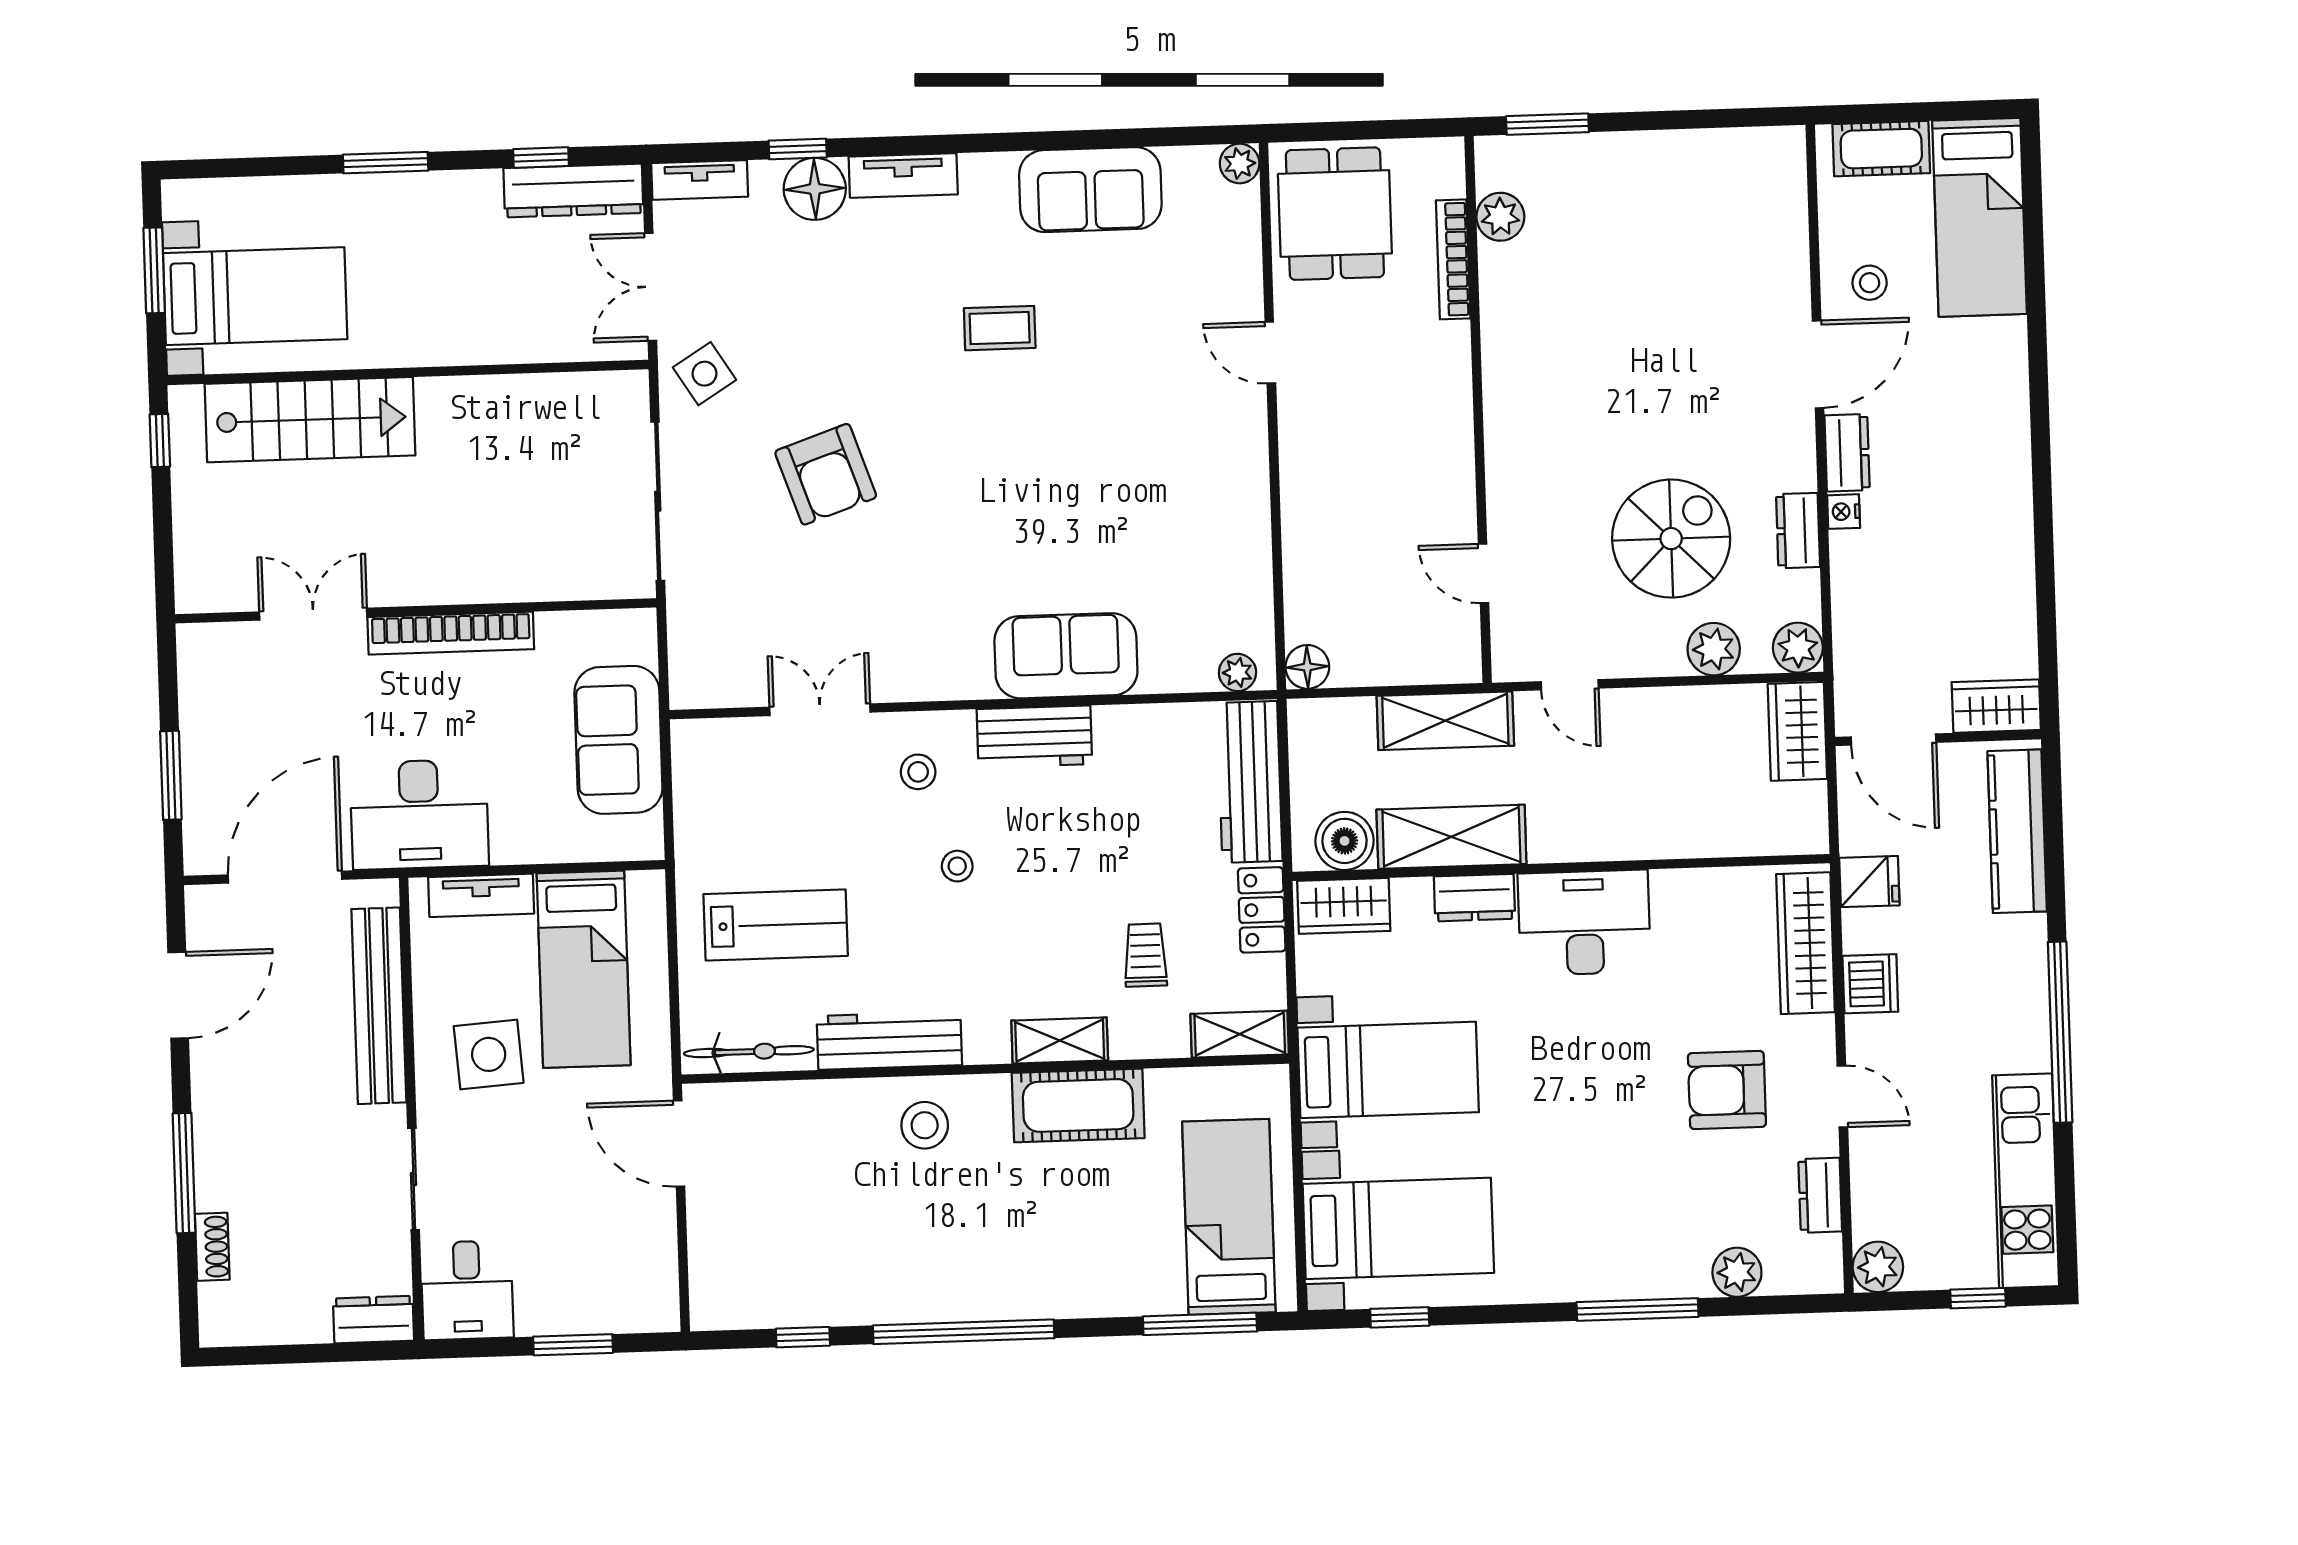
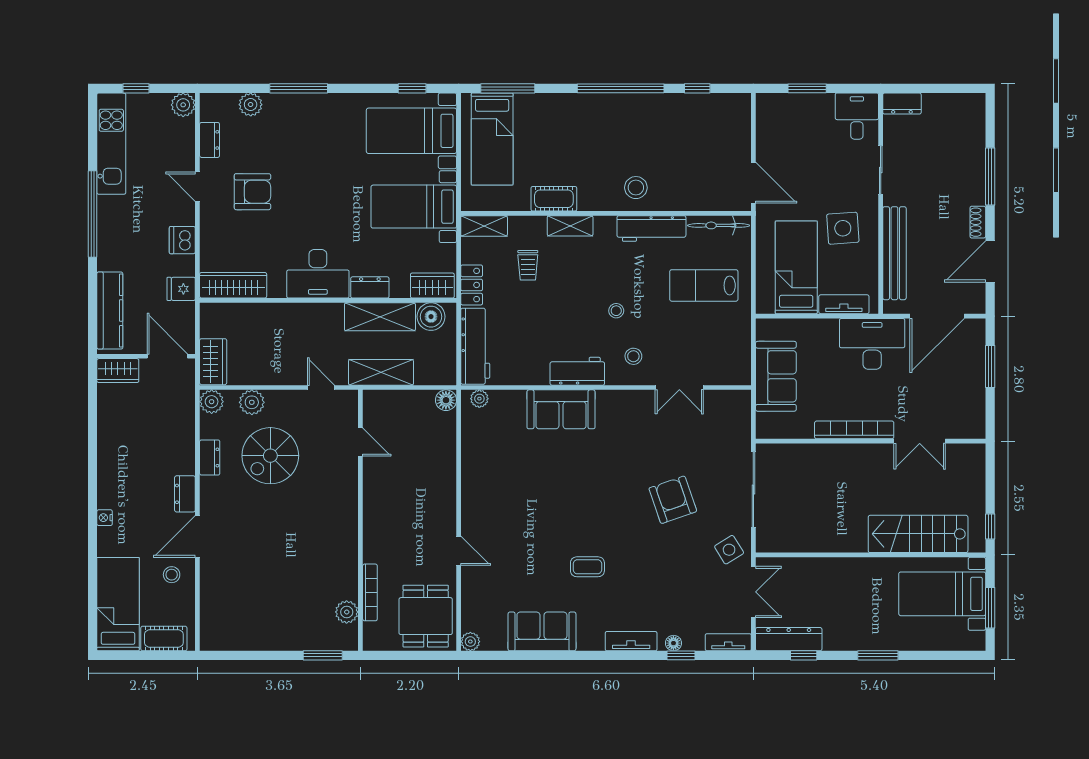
floor lamp: (815, 189) -> (673, 643), width x0.53, depth x0.53
nightstand: (1844, 512) -> (105, 518), moved, turned 180
wardrobe: (1806, 943) -> (233, 285), moved, turned -90
cot: (1078, 1105) -> (554, 199), width x0.73, depth x0.75
shoe rack: (212, 1247) -> (978, 222), moved

